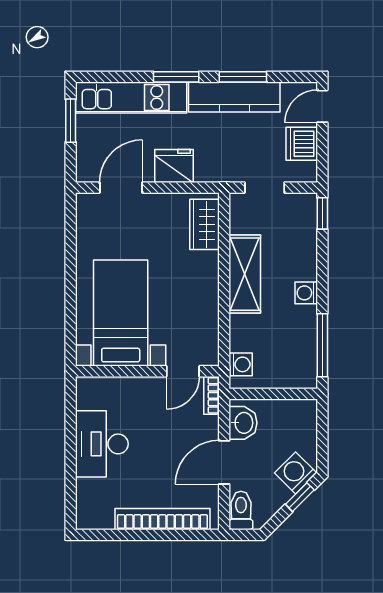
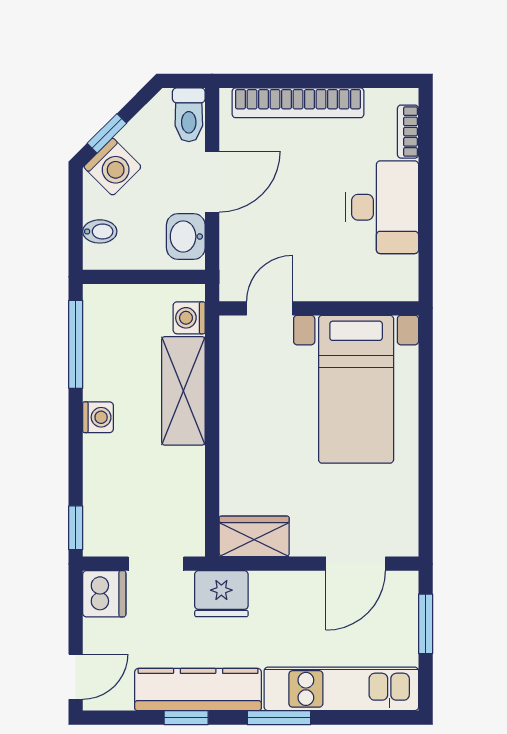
window: (243, 77) -> (186, 718), width x0.67
window: (71, 121) -> (426, 624), moved
dishwasher: (302, 144) -> (104, 594), moved
fridge: (174, 166) -> (221, 594), moved
wardrobe: (204, 224) -> (254, 536), moved, turned -90
shelving: (245, 274) -> (183, 391), moved
bookcase: (211, 395) -> (408, 132), moved, turned 180
bidet: (305, 426) -> (100, 231), added

